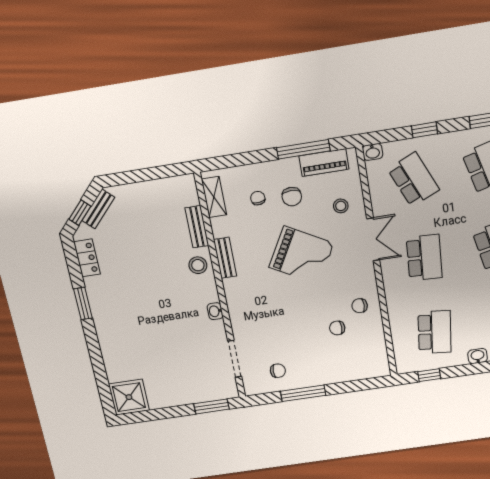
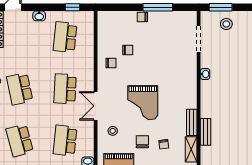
school desk: (413, 179) -> (65, 140), turned 30
grand piano: (301, 255) -> (143, 103), turned -119
bench: (225, 258) -> (192, 122), moved
stool: (198, 265) -> (226, 24), moved
chair: (278, 371) -> (142, 17), moved

